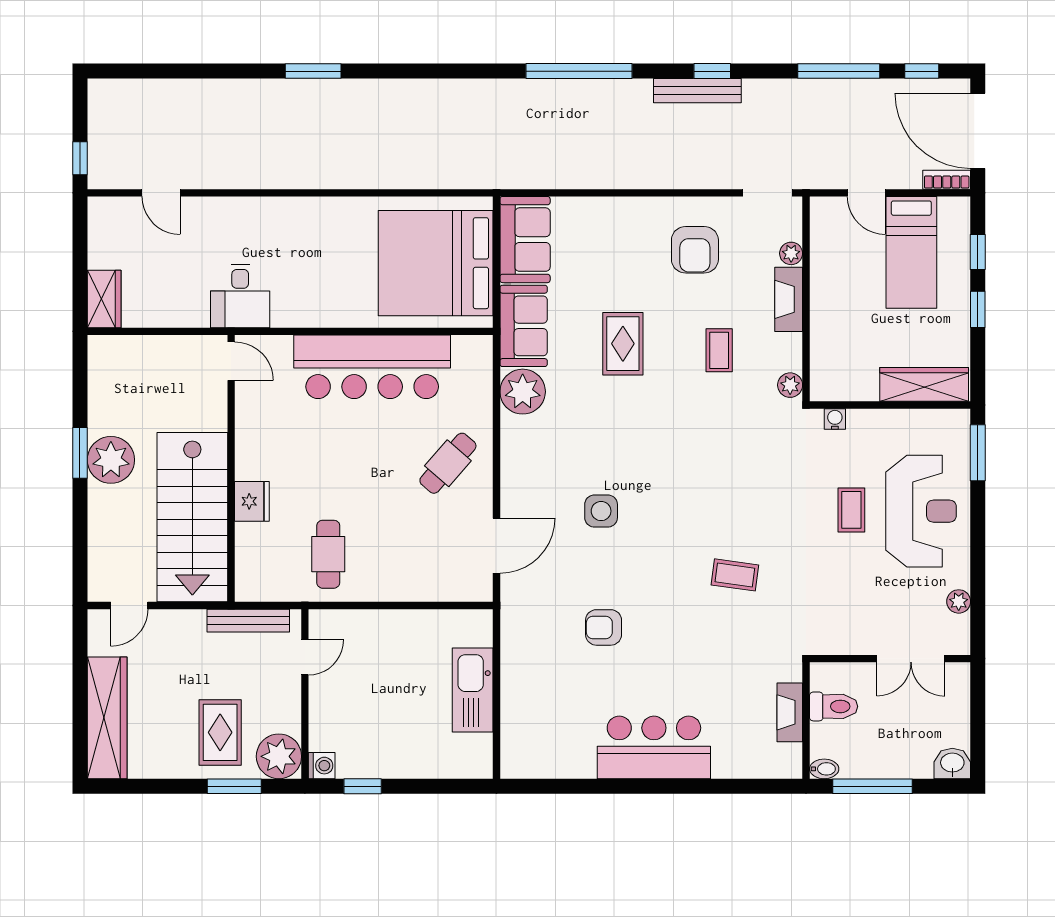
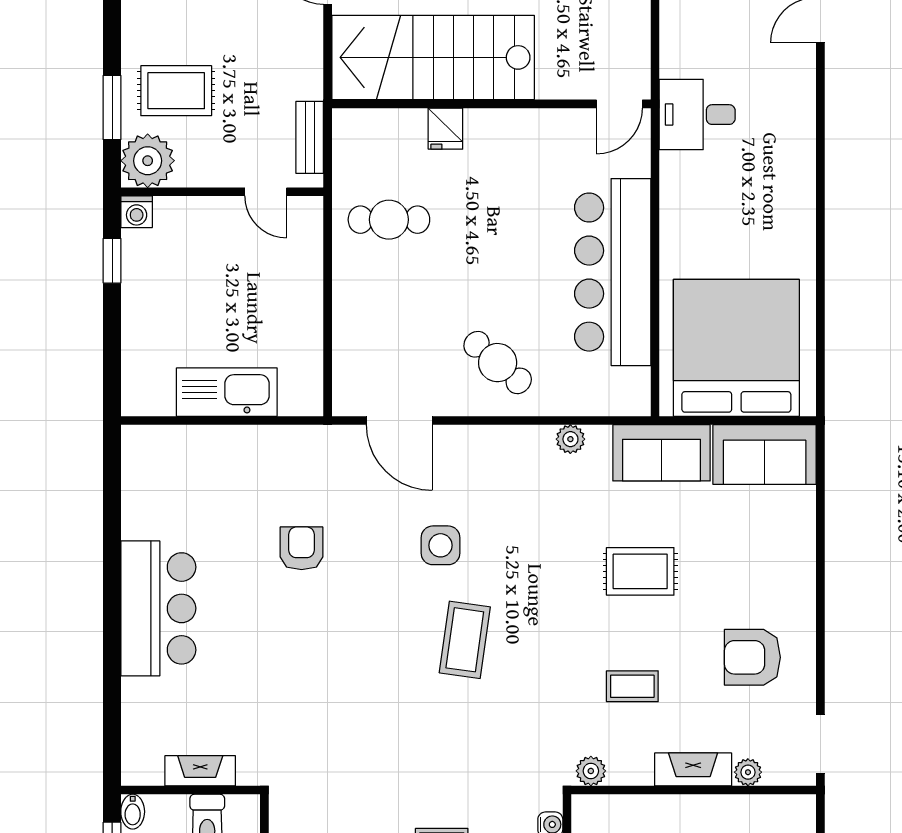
plant: (523, 392) -> (570, 439), width x0.53, depth x0.53
fridge: (252, 501) -> (445, 129), width x0.72
coffee table: (735, 575) -> (465, 640), moved, width x1.36, depth x1.30
bench: (248, 621) -> (310, 137), width x0.73

